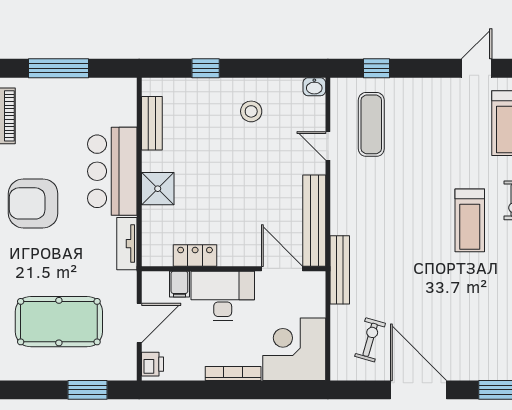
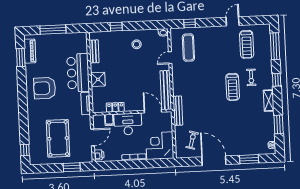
door: (328, 146) -> (170, 58), hinge flipped
pool table: (59, 322) -> (58, 138), turned 90

